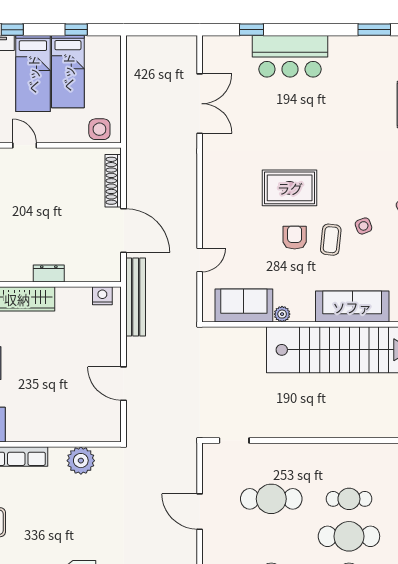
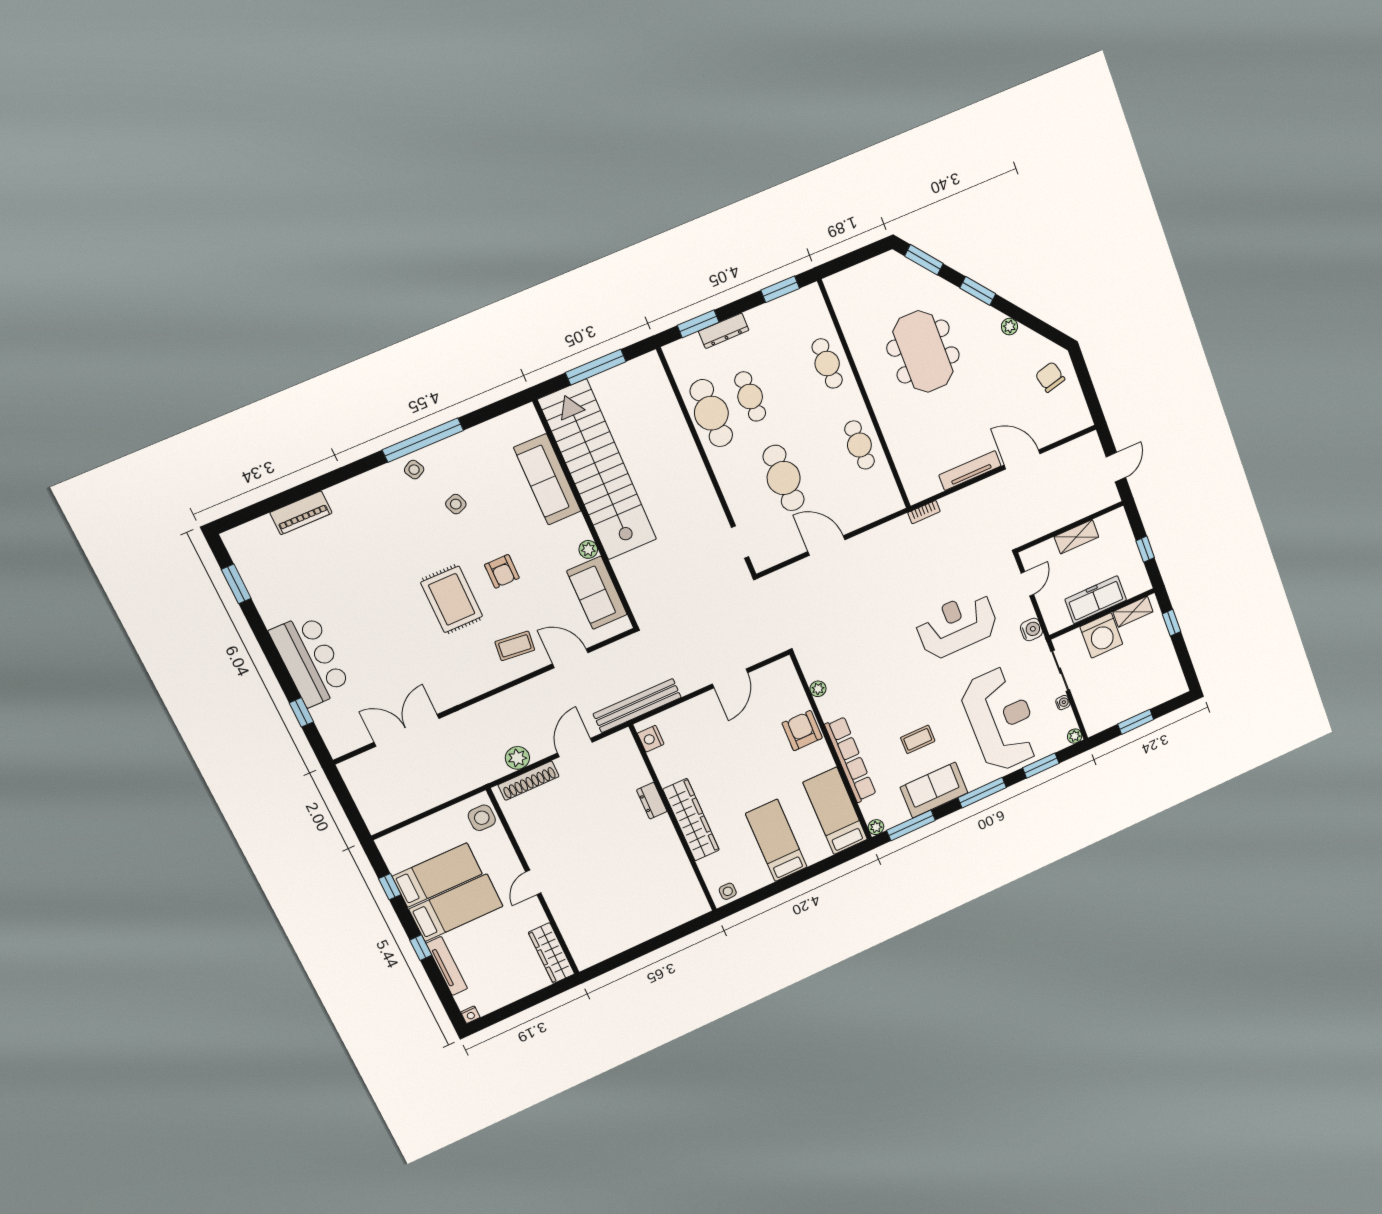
plant: (136, 180) -> (517, 758), added
door: (124, 230) -> (575, 748), width x0.73
armchair: (295, 238) -> (502, 571), turned -90
coffee table: (331, 240) -> (515, 646), moved
door: (200, 260) -> (570, 658), width x1.38
armchair: (51, 426) -> (802, 731), added
plant: (81, 461) -> (818, 689), width x0.53, depth x0.53
door: (200, 512) -> (826, 546), swing flipped
cafe table: (349, 536) -> (711, 413), moved

